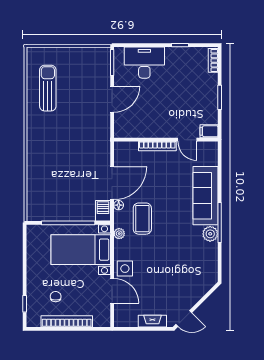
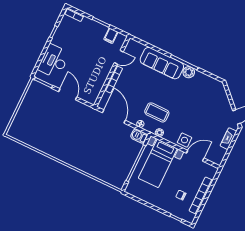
sun lounger: (48, 88) -> (40, 134), removed
filing cabinet: (209, 131) -> (111, 36), moved
door: (112, 183) -> (114, 117), moved

